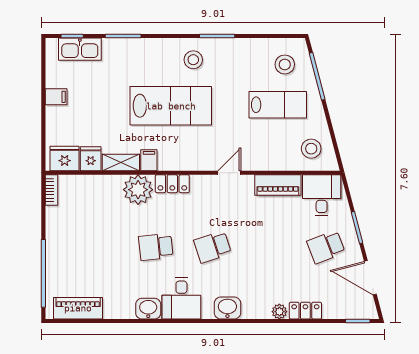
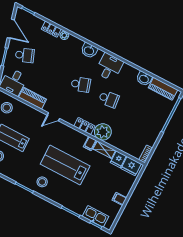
washbasin: (148, 309) -> (144, 79), moved

